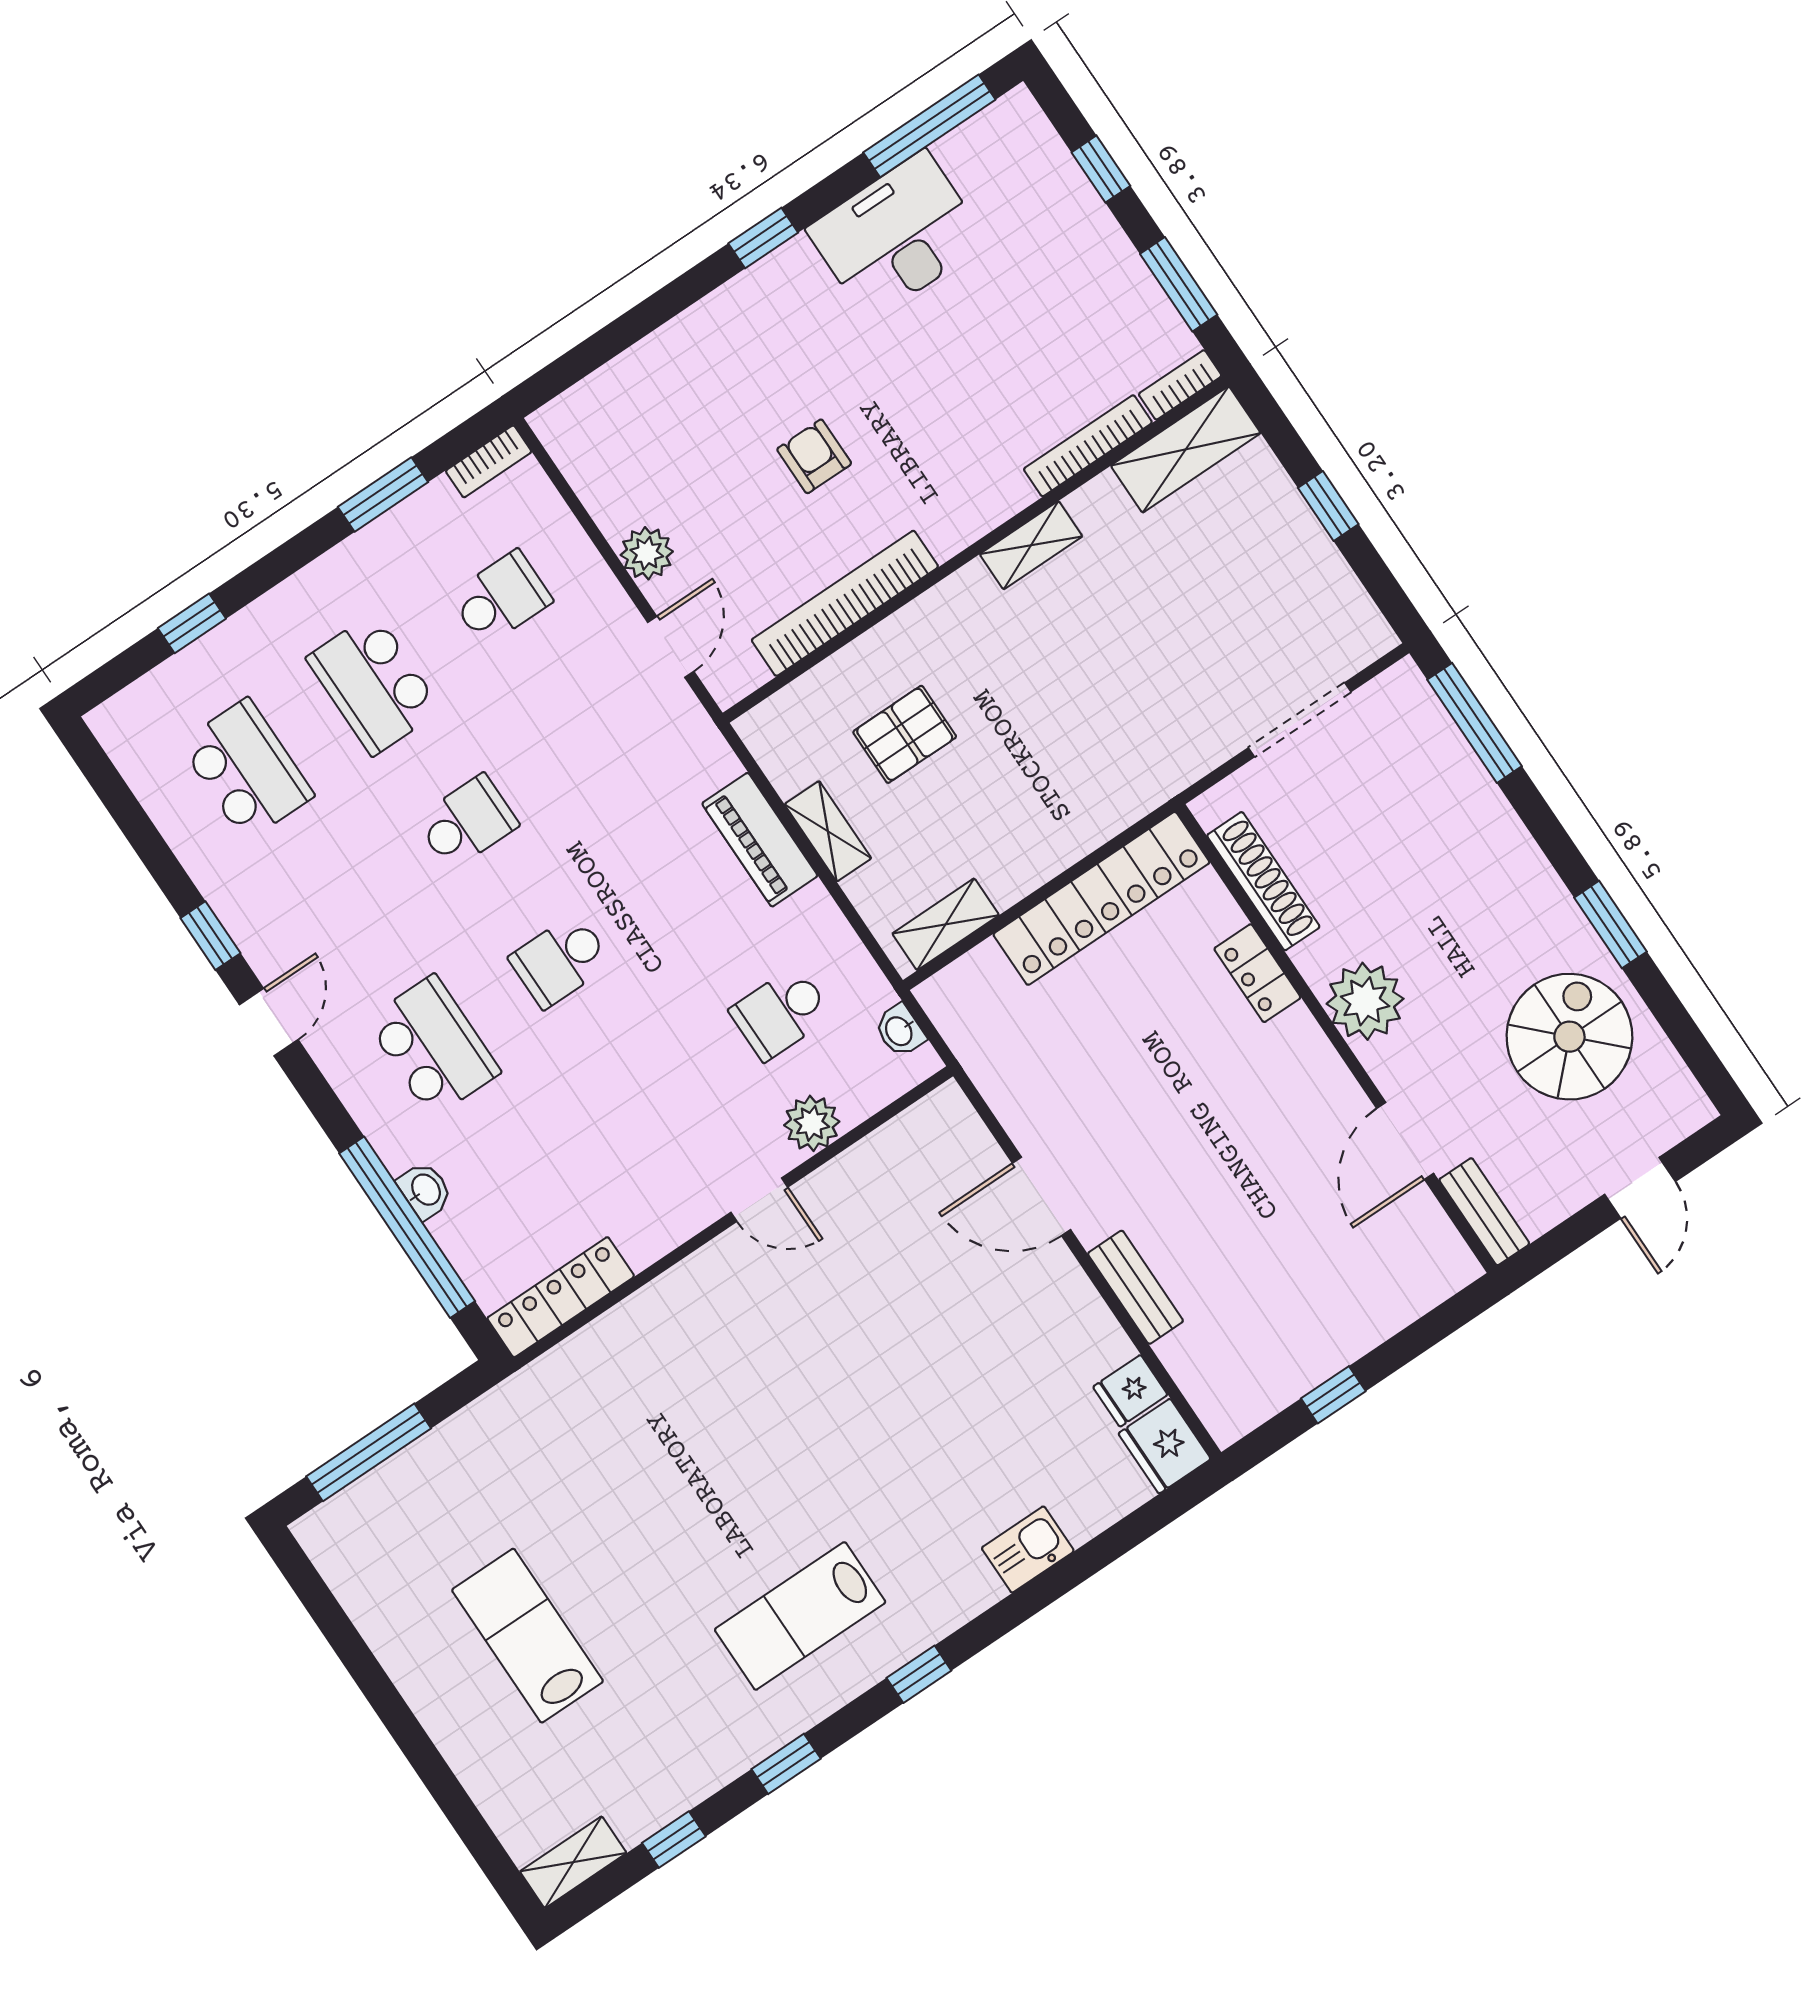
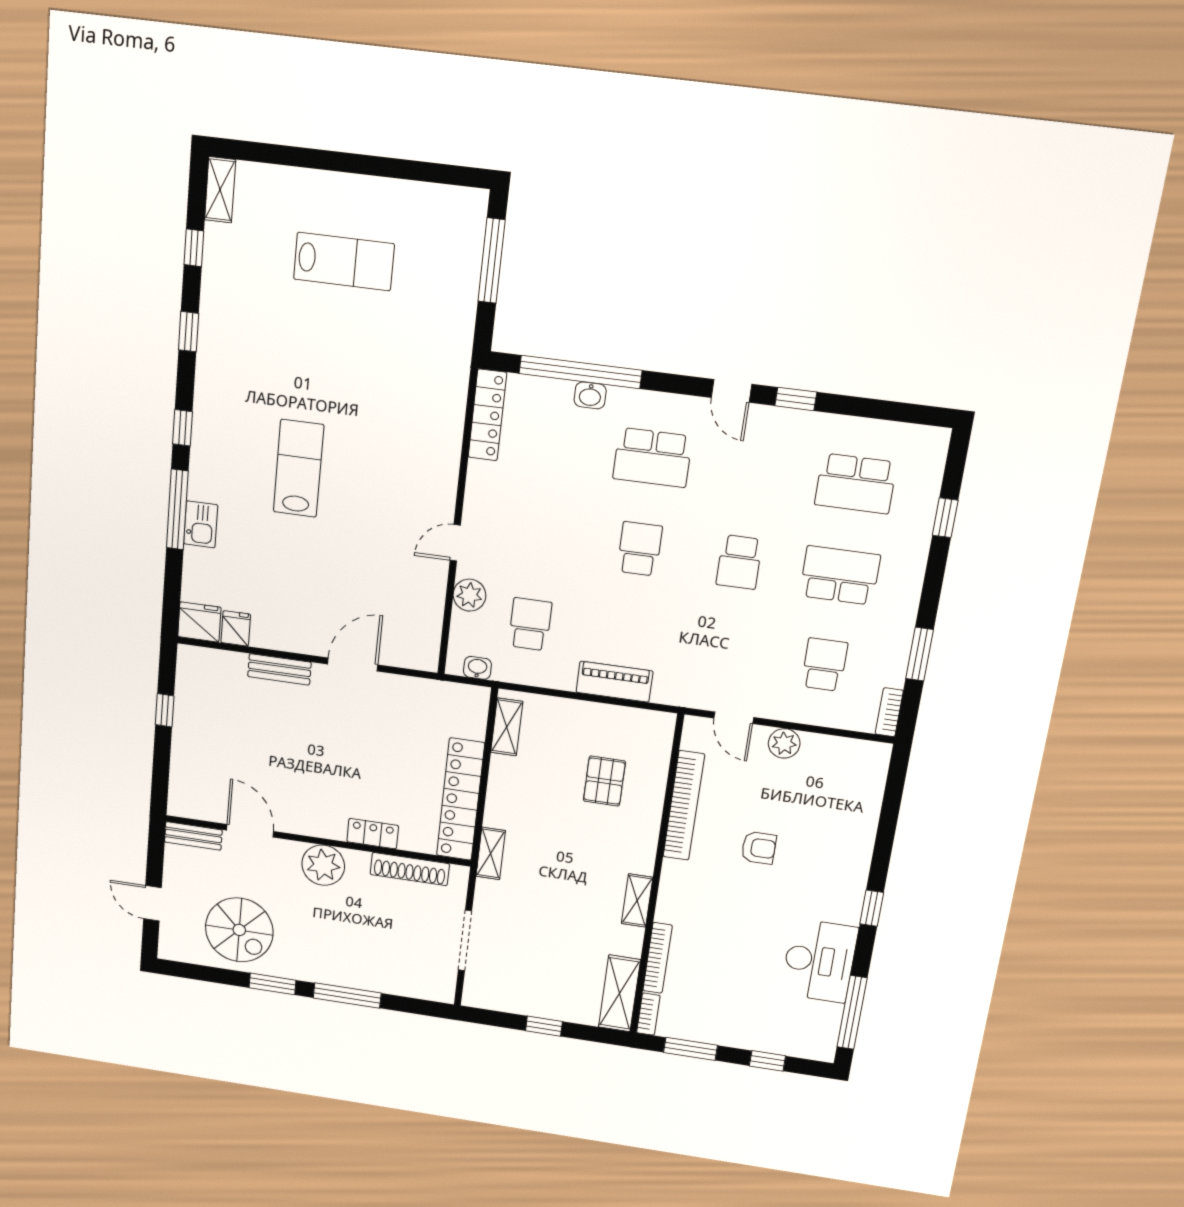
school desk: (501, 598) -> (824, 665), turned 180
window: (1475, 723) -> (347, 996), moved
shelving: (828, 831) -> (491, 853), moved, turned 90
window: (1035, 1596) -> (177, 509), added
lab bench: (800, 1616) -> (299, 468), moved

